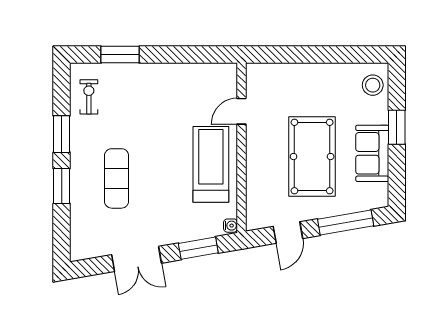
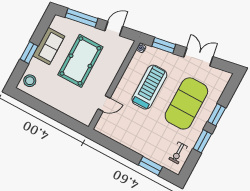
treadmill: (211, 164) -> (149, 87), moved, turned 180
exercise mat: (117, 178) -> (186, 103), width x2.00, depth x1.45

